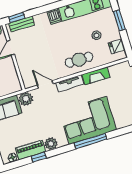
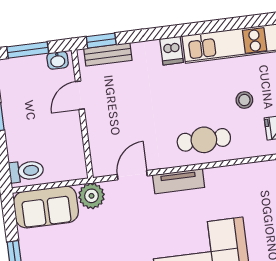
fireplace: (96, 76) -> (230, 176), removed
door: (45, 84) -> (132, 175), hinge flipped

